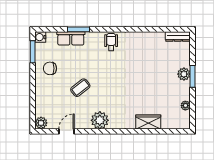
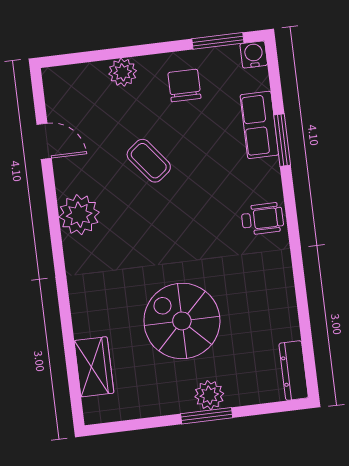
spiral stairs: (151, 82) -> (182, 321), added
plant: (185, 106) -> (137, 408), removed
wardrobe: (148, 122) -> (94, 367), moved
plant: (41, 123) -> (123, 72), moved

